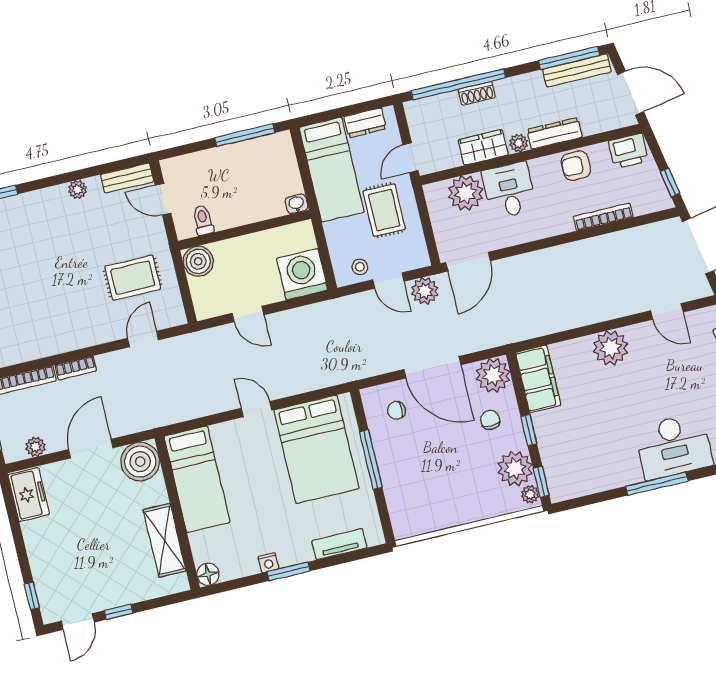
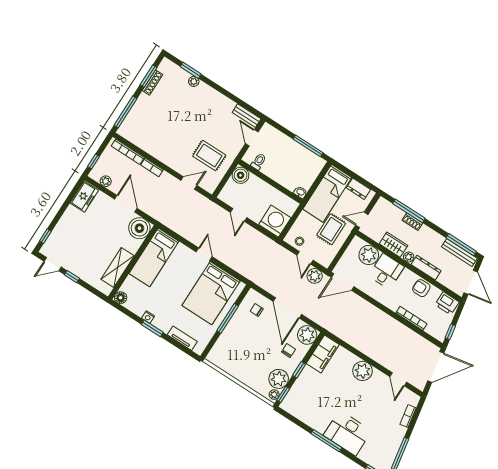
window: (458, 84) -> (409, 211), width x0.68
plant: (78, 189) -> (194, 81), moved
door: (91, 449) -> (126, 204), hinge flipped

